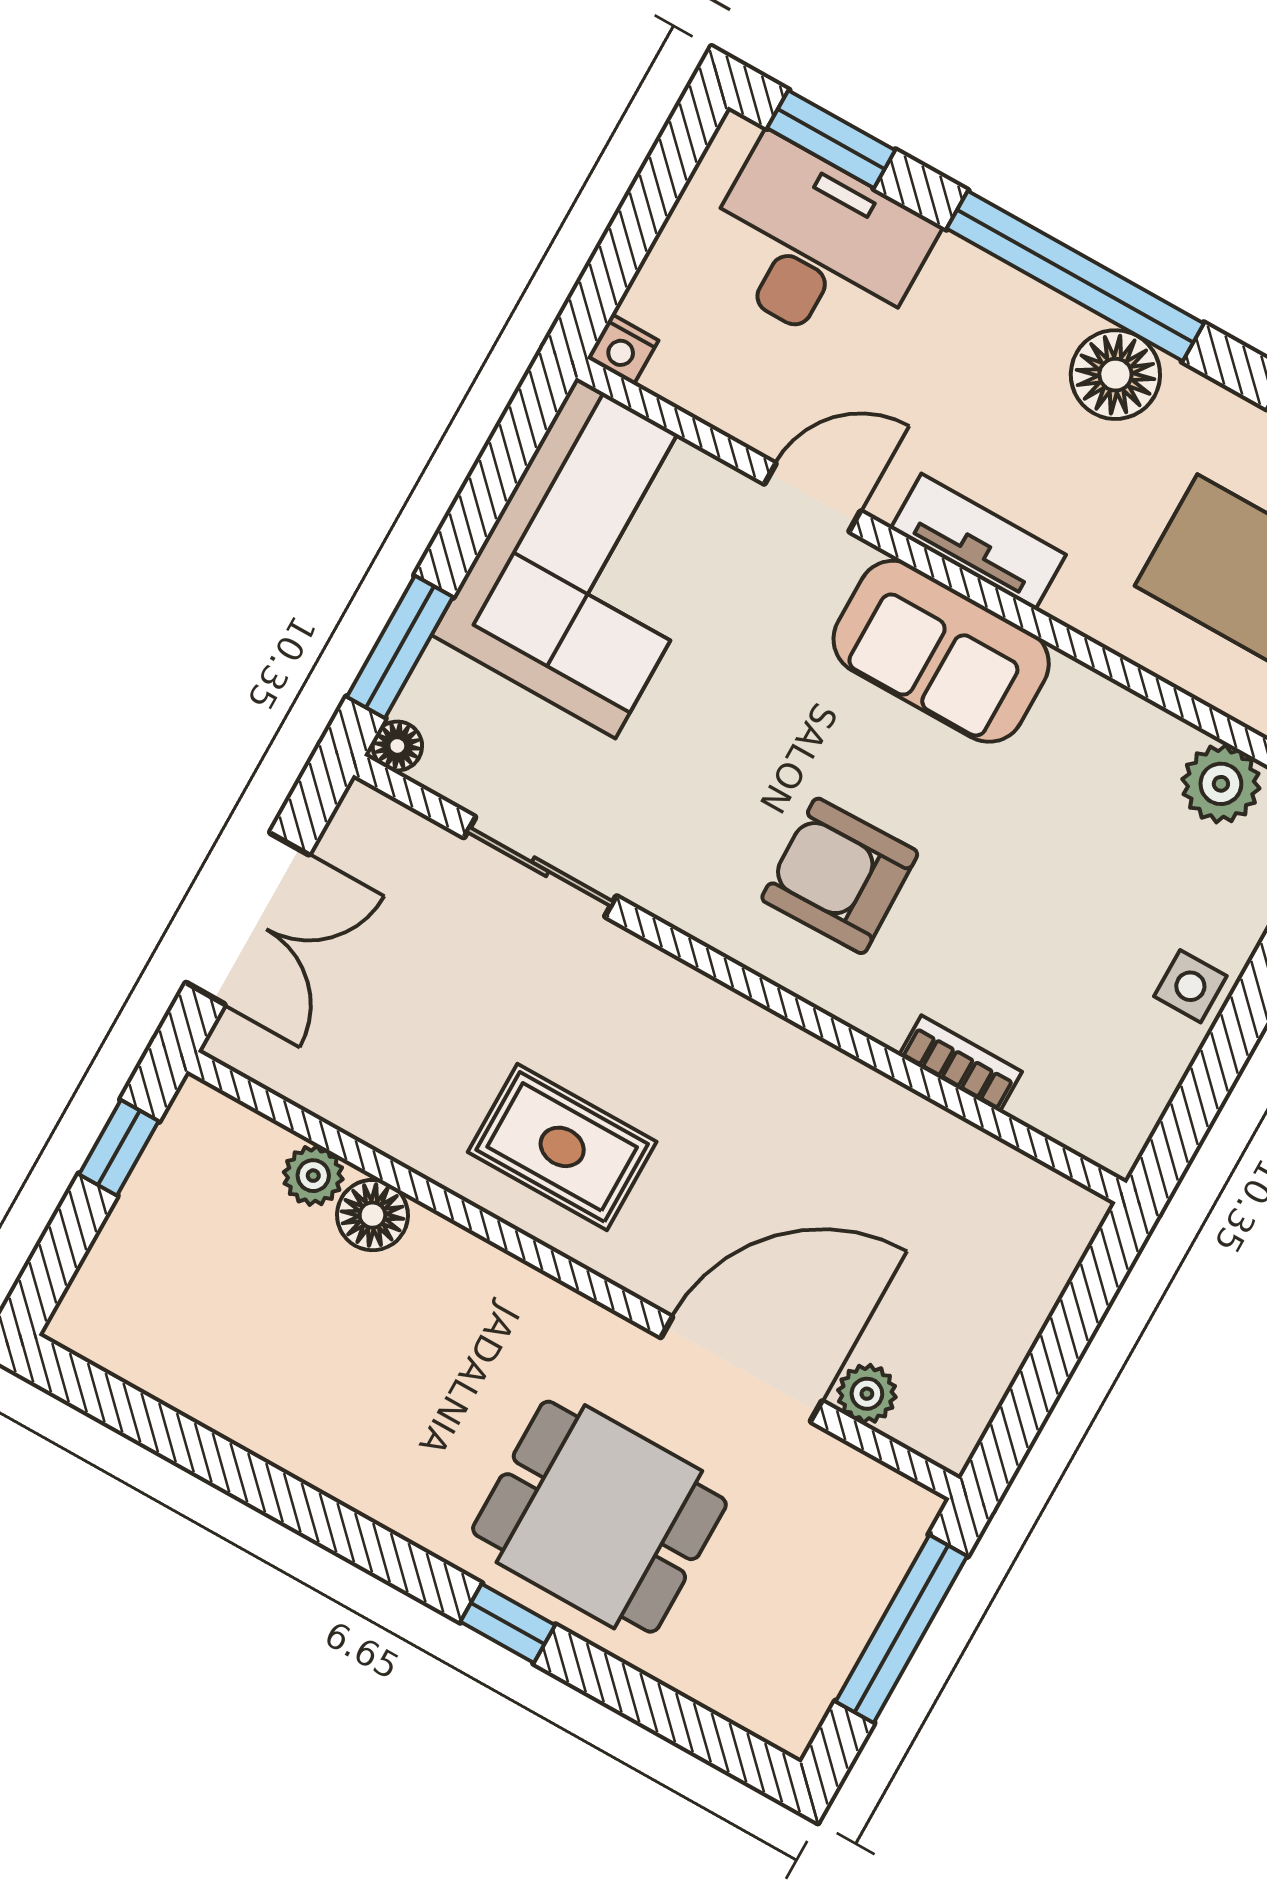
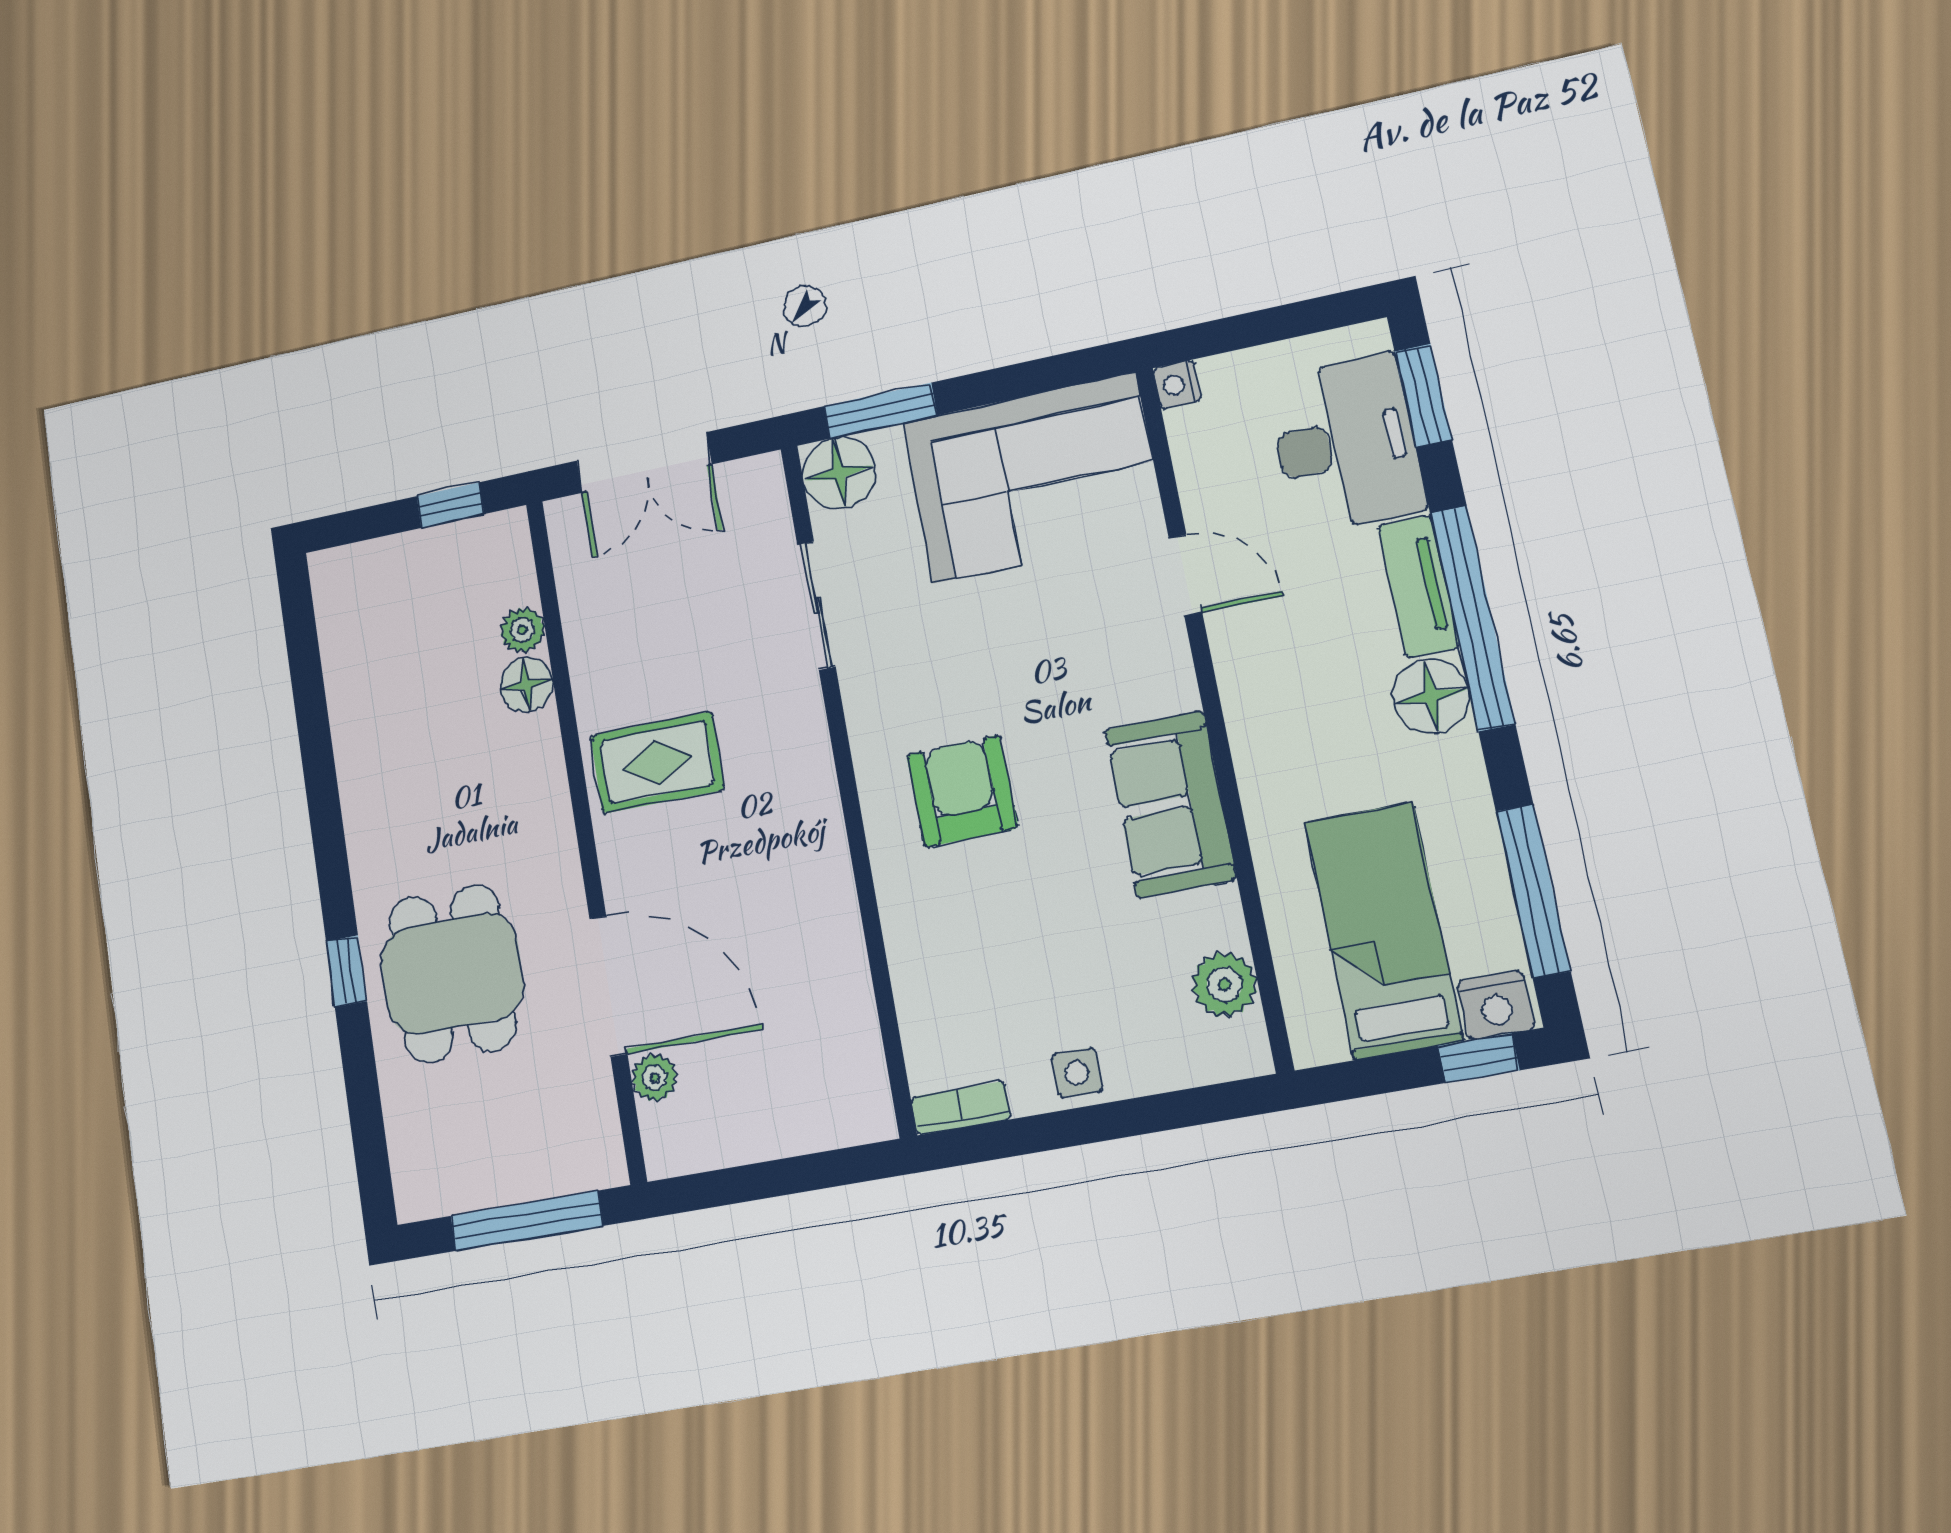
tv unit: (978, 542) -> (1419, 586), moved, turned 180
sofa: (941, 651) -> (1170, 804), moved
floor lamp: (397, 746) -> (839, 473), width x1.89, depth x1.89
bookcase: (960, 1064) -> (961, 1108), moved, turned -90
rug: (562, 1147) -> (657, 763), turned 90

